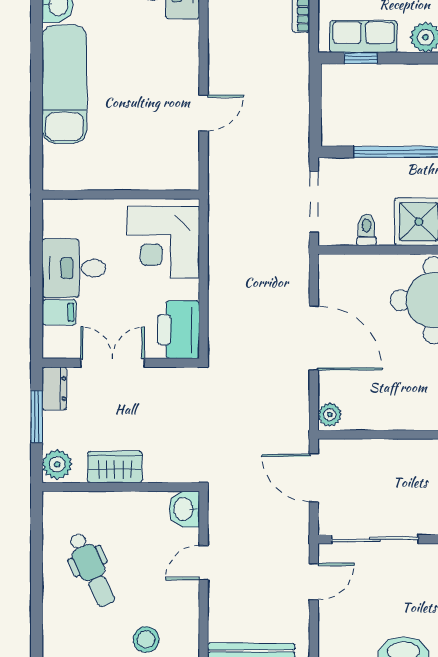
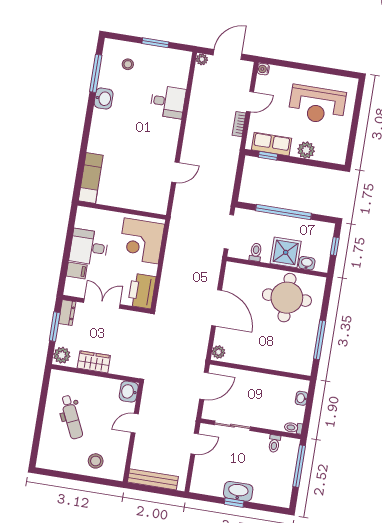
exam couch: (64, 84) -> (91, 178), moved, width x0.73, depth x0.69
door: (314, 478) -> (204, 386), swing flipped
sliding door: (375, 539) -> (232, 426), width x0.73

